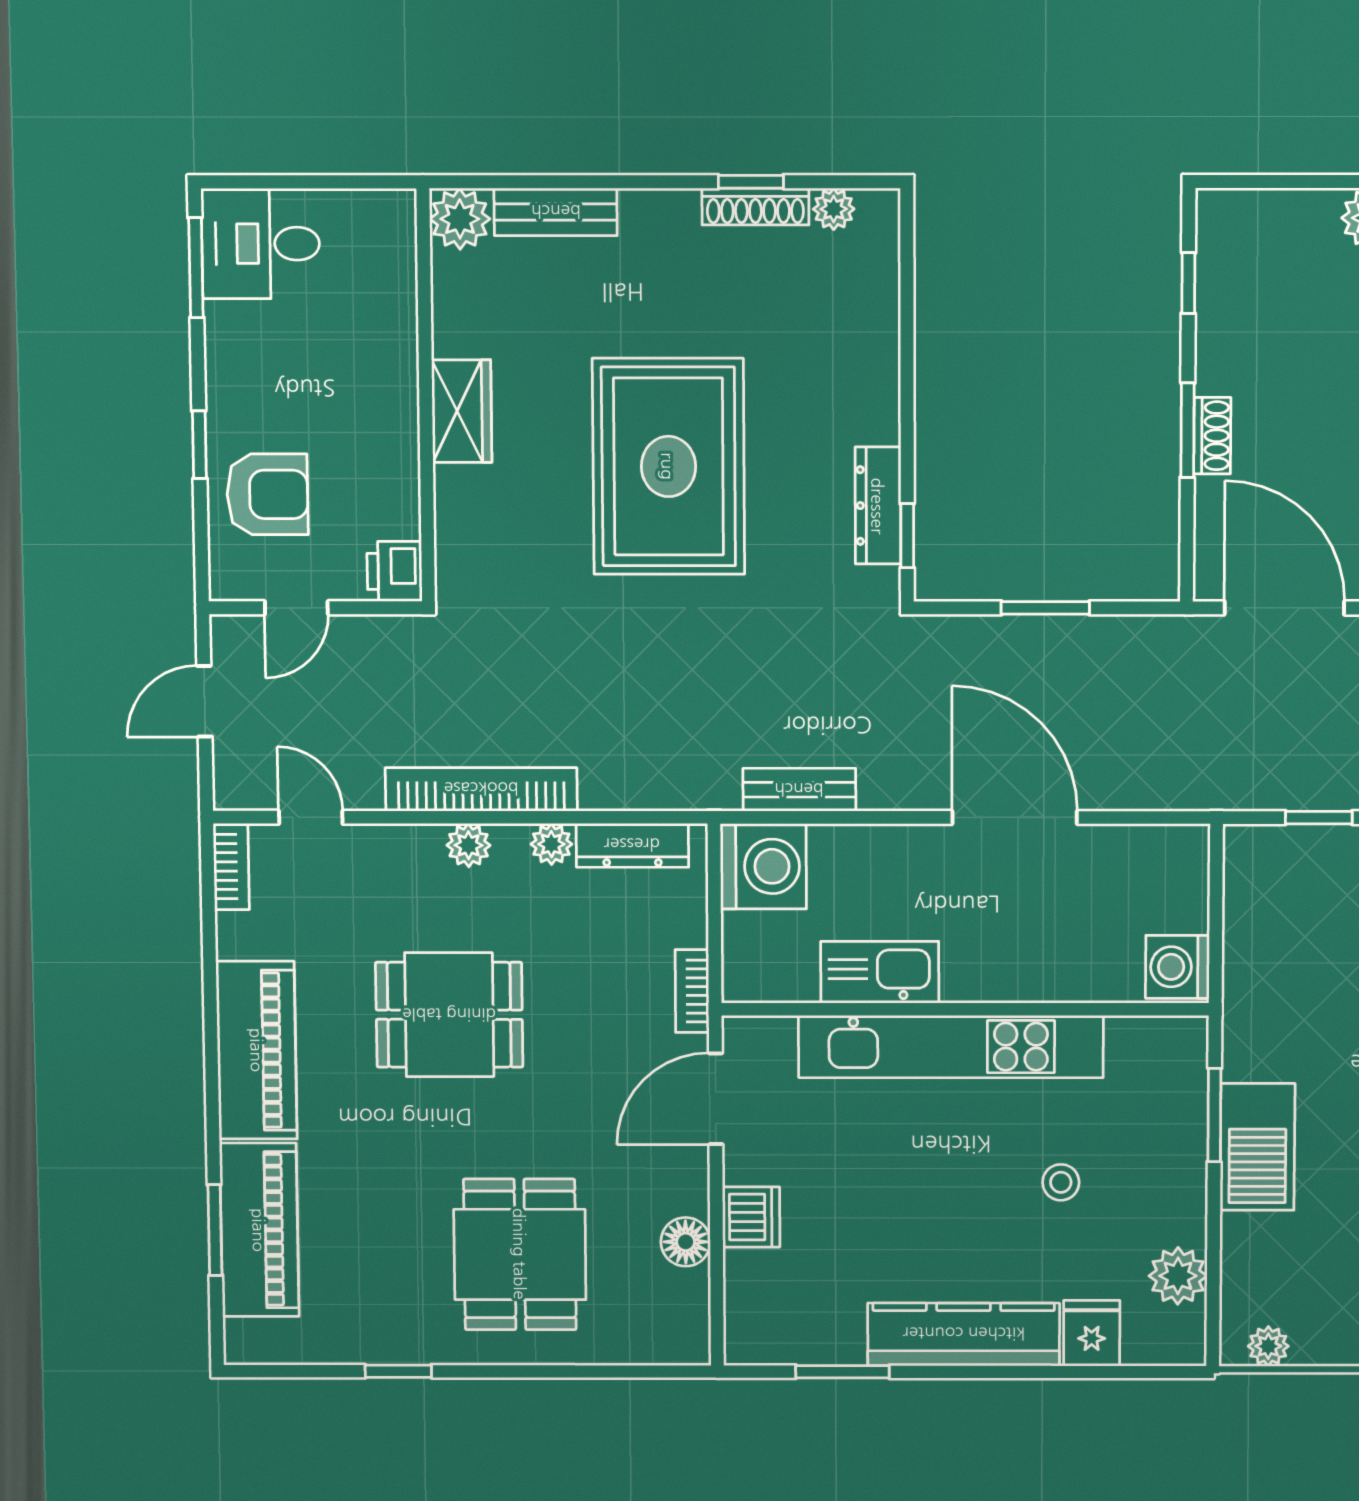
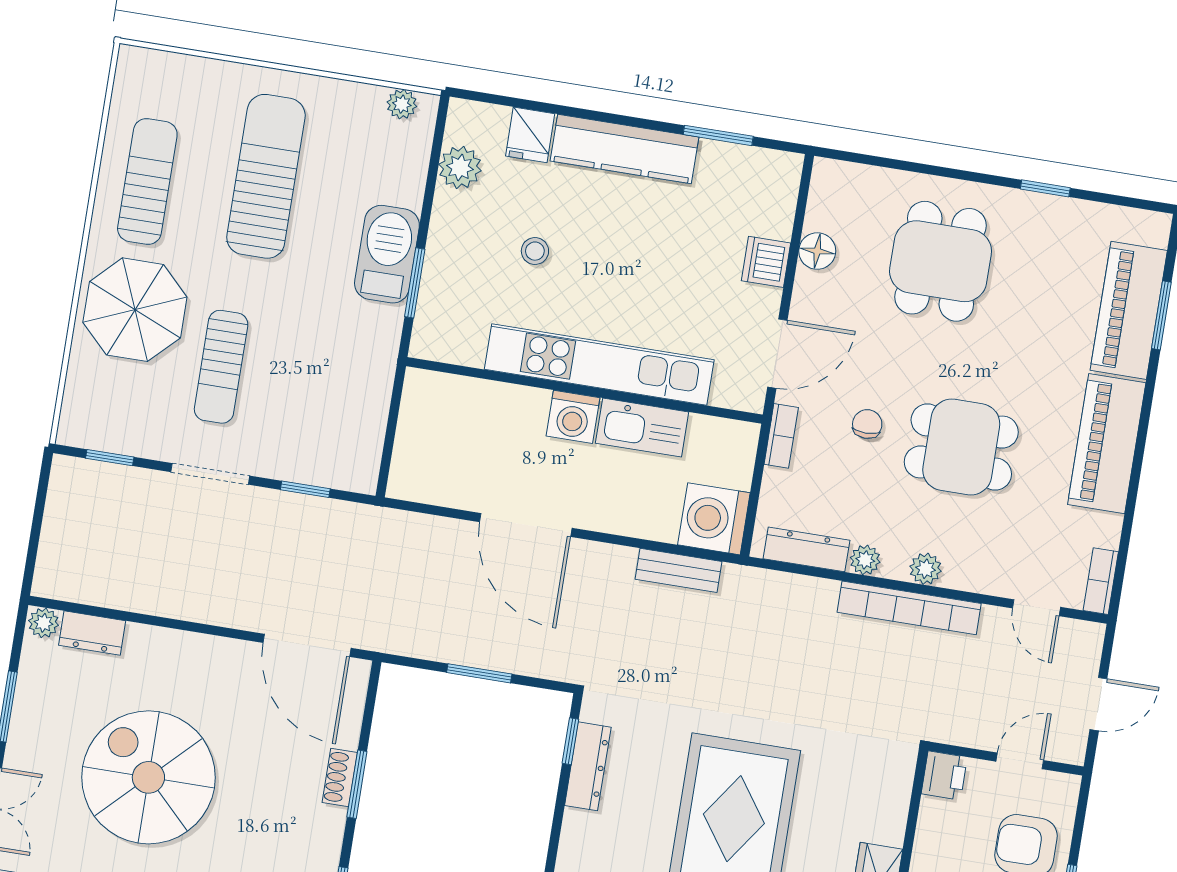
washing machine: (1177, 967) -> (573, 417), moved, turned 90
chair: (580, 1025) -> (867, 424), added

